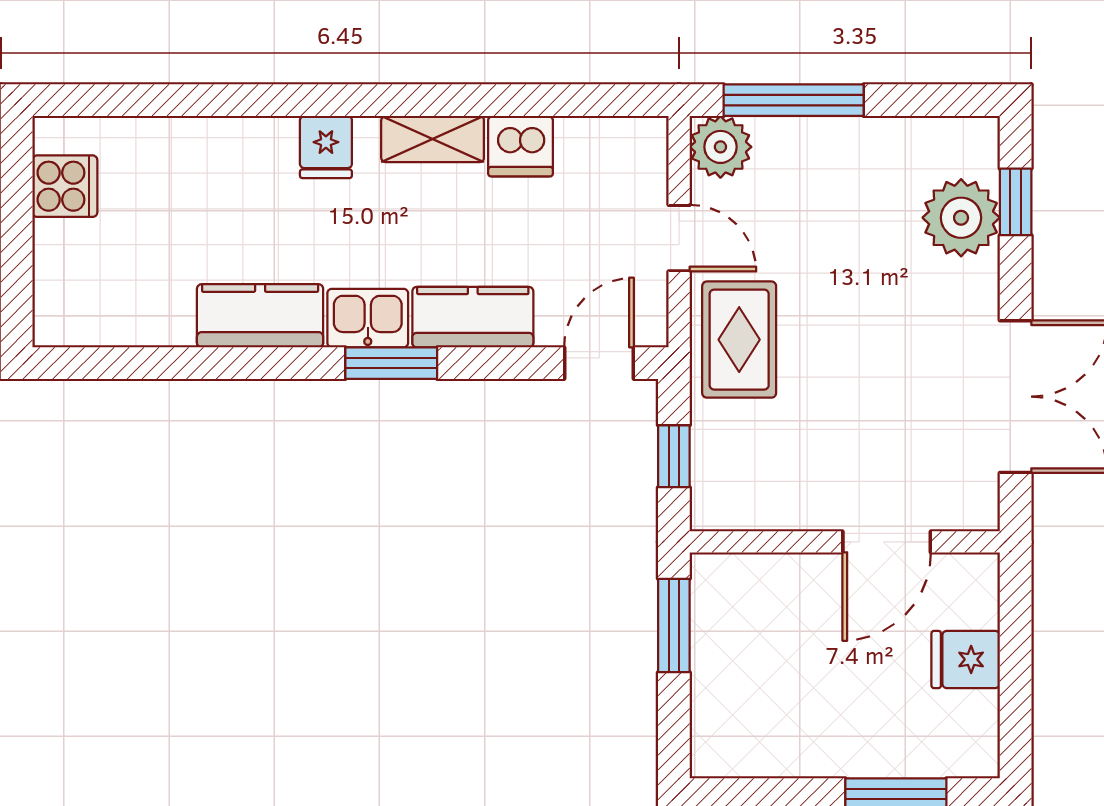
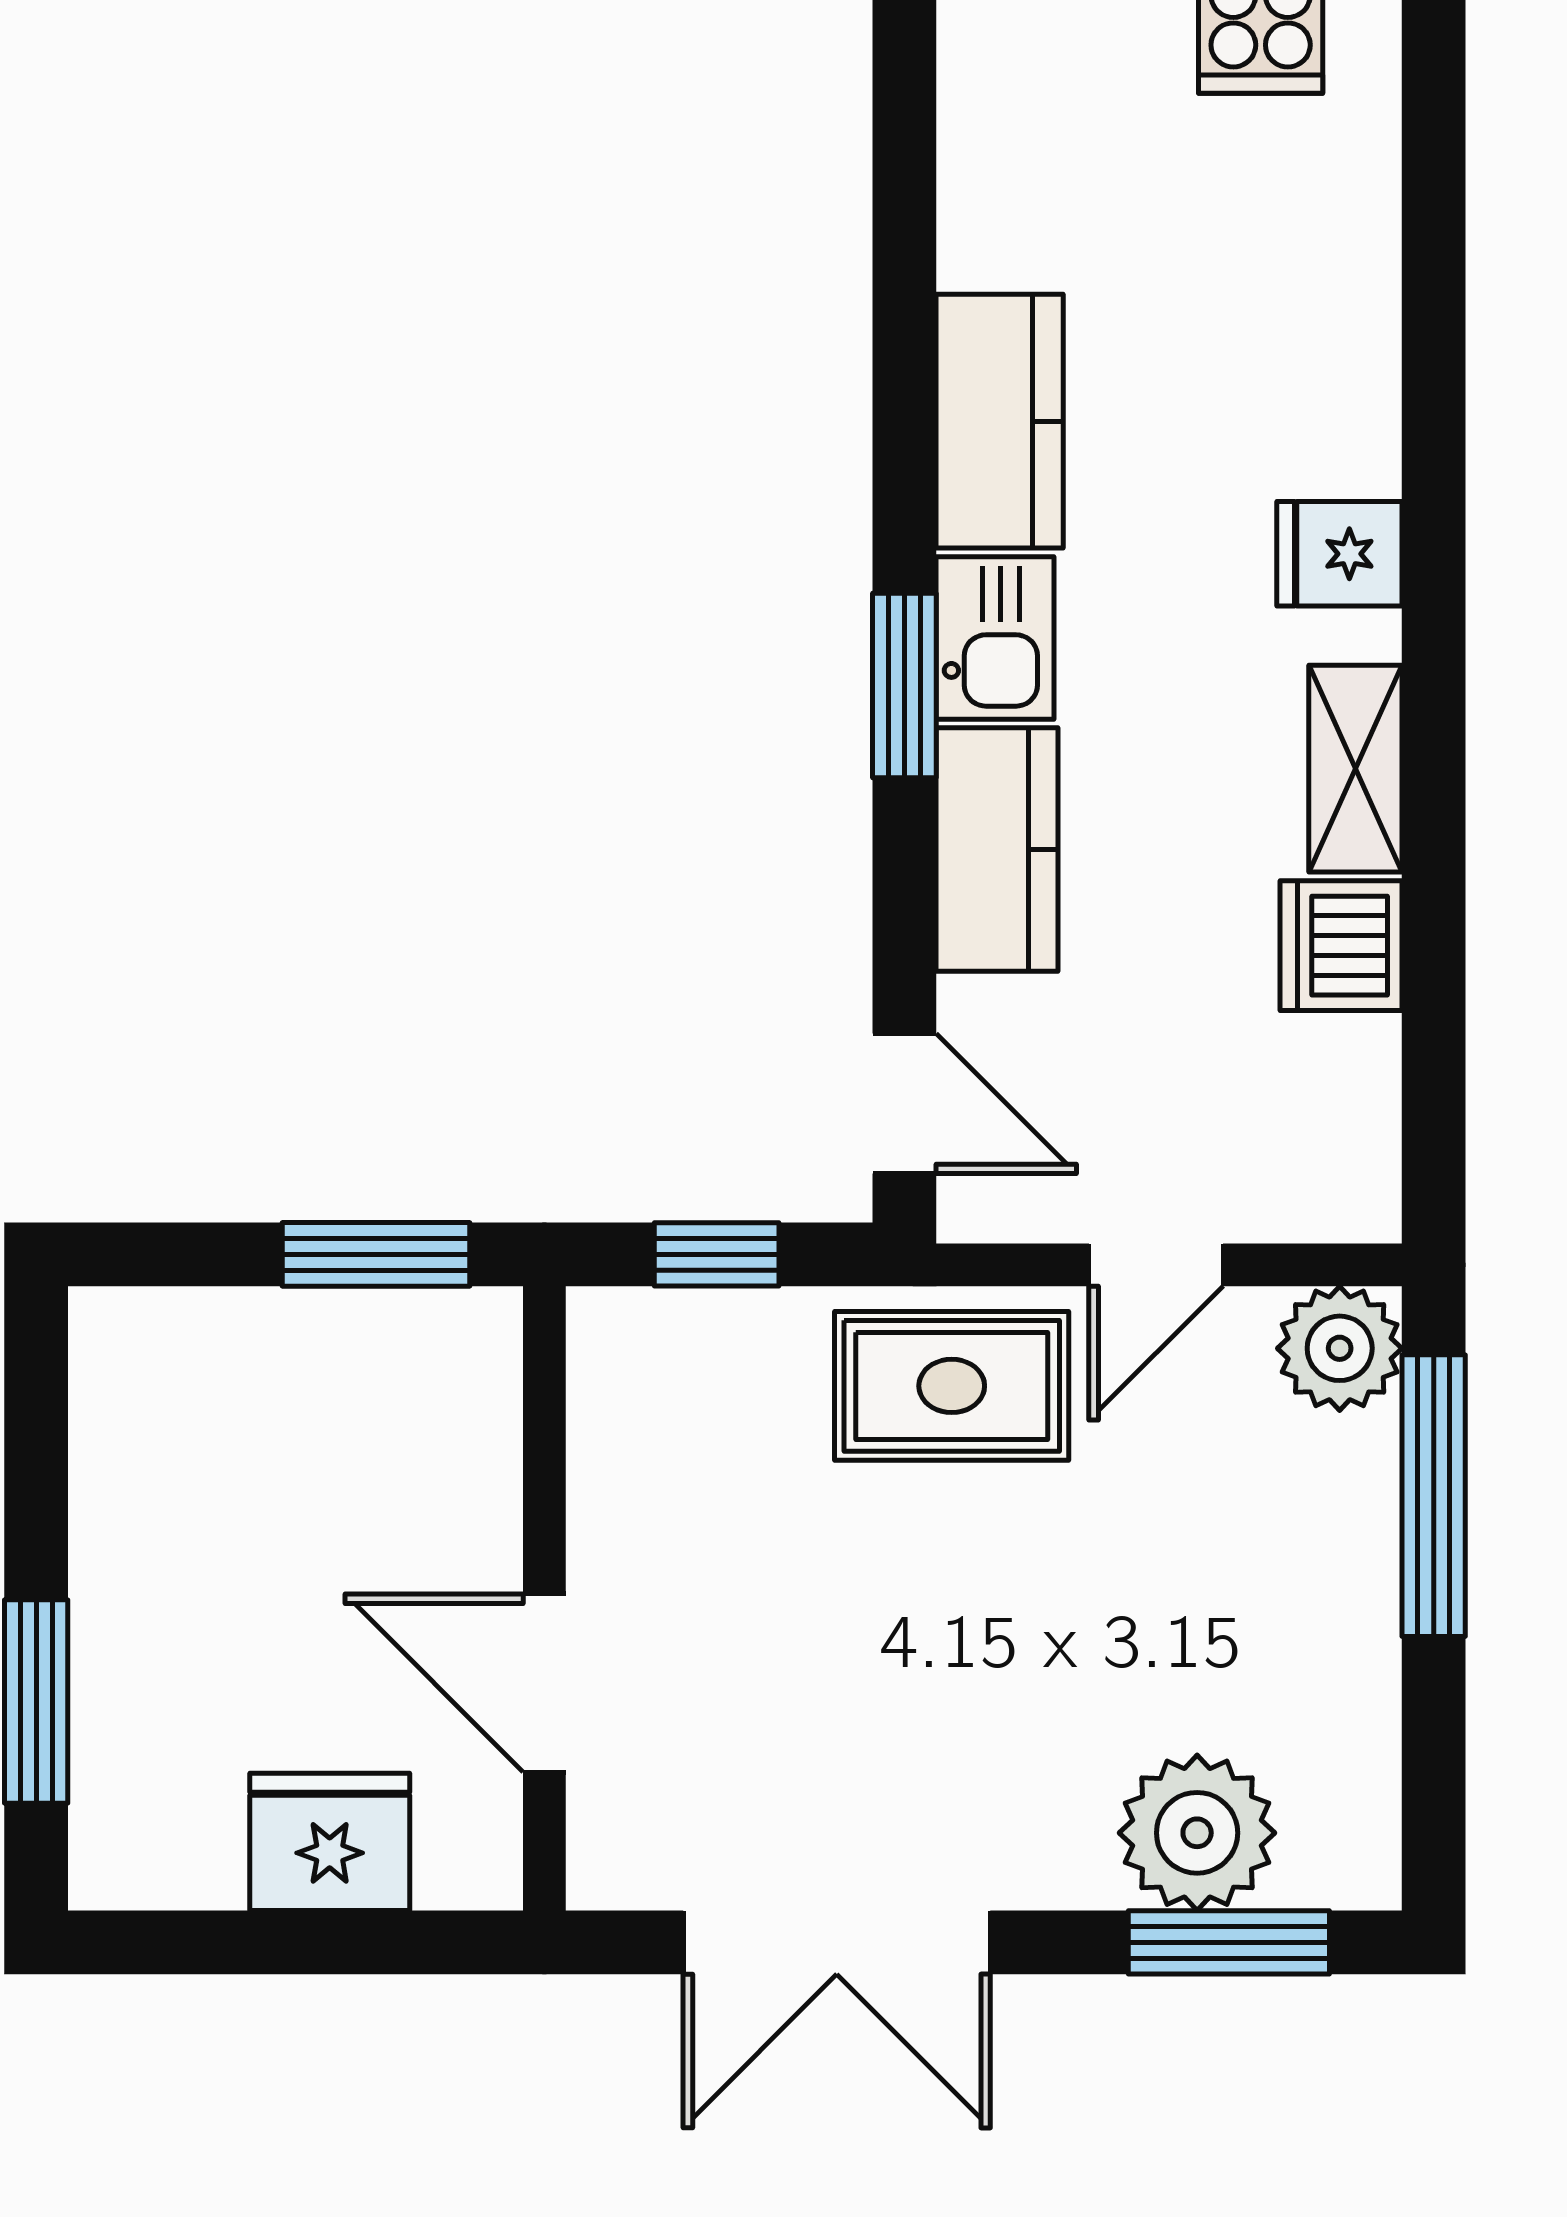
window: (1016, 202) -> (1229, 1942), width x1.50
fridge: (966, 659) -> (330, 1842), width x1.38

